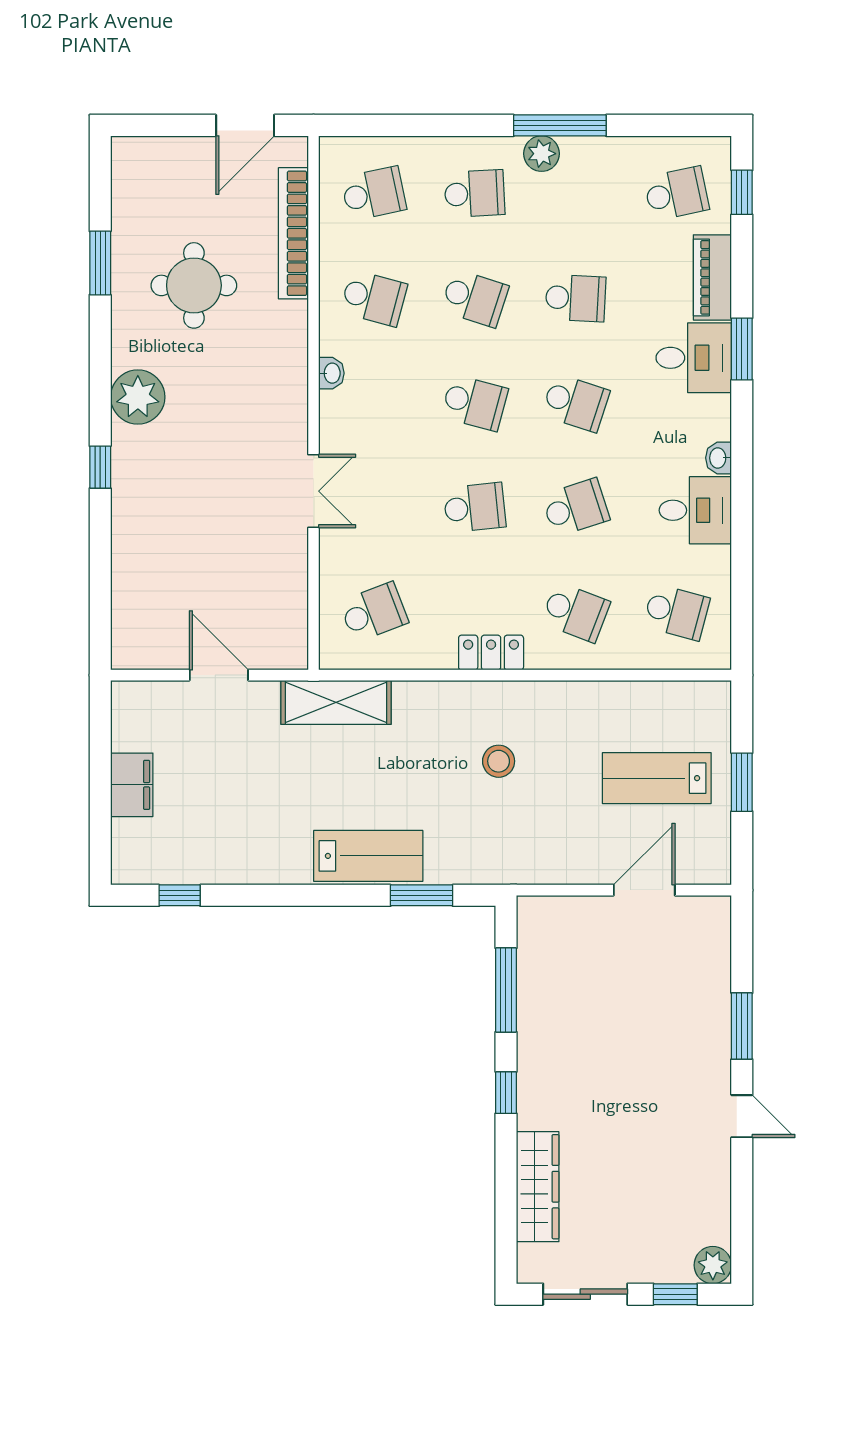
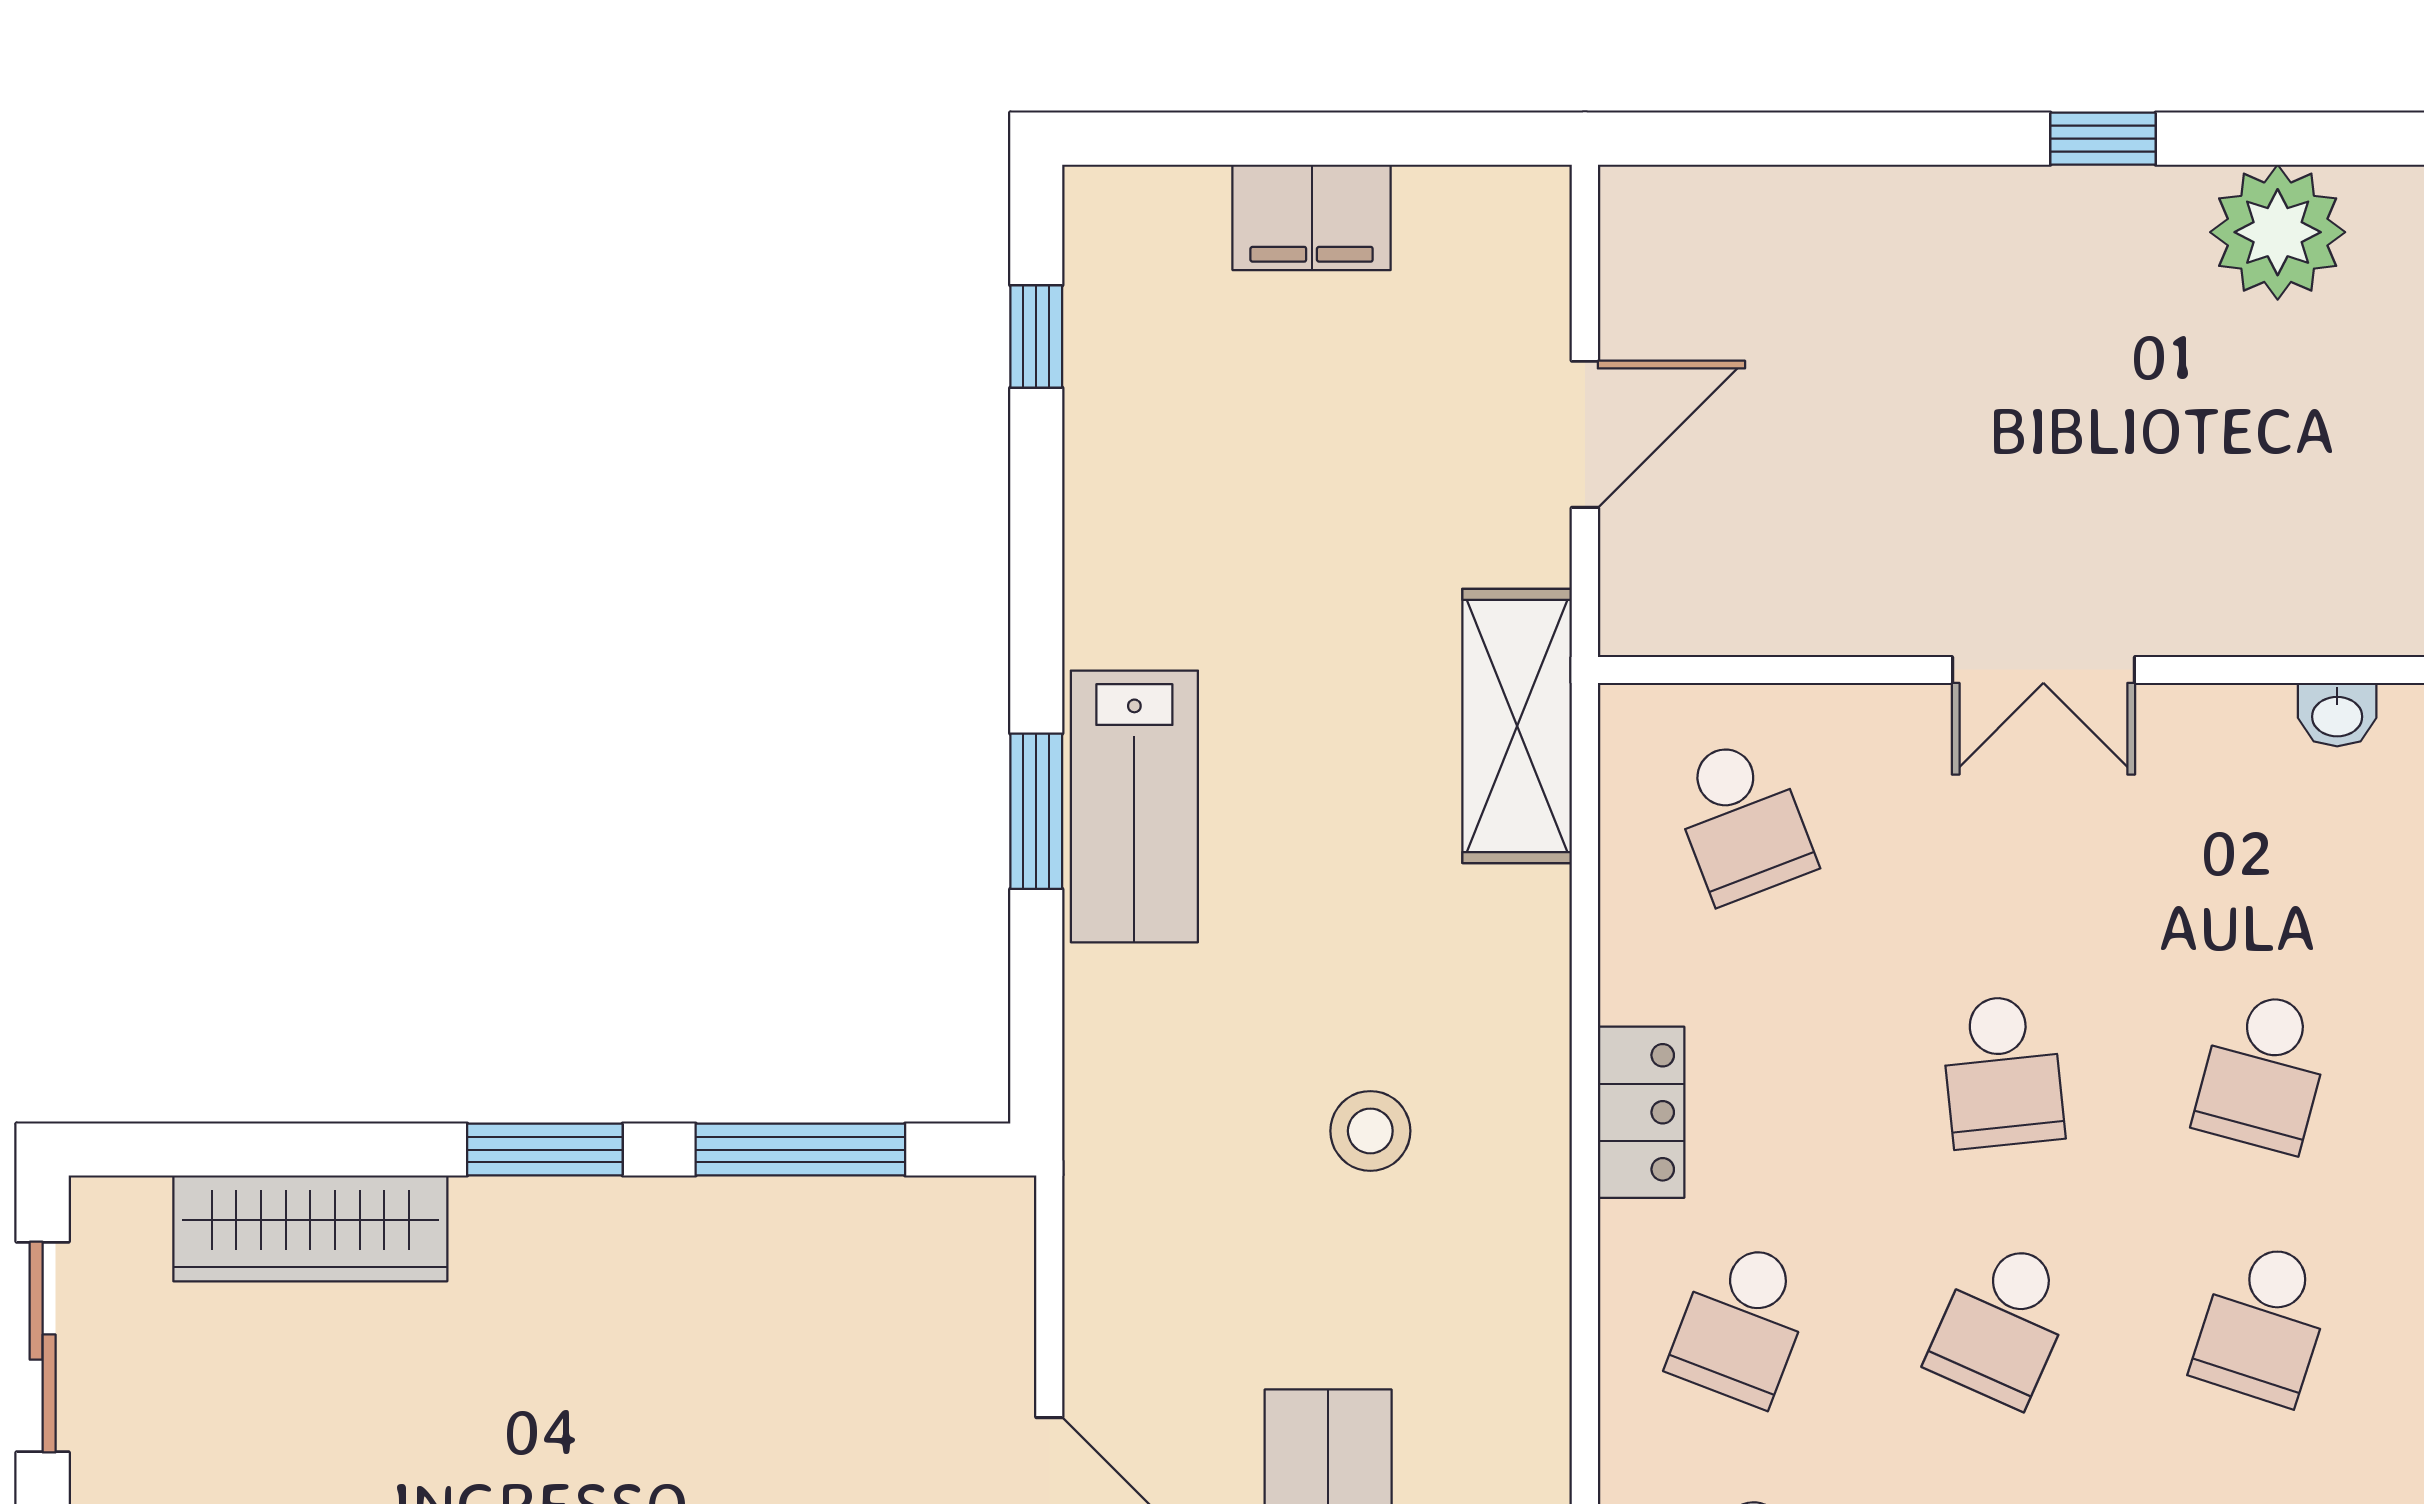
school desk: (576, 508) -> (2002, 1323), turned 42
window: (422, 895) -> (1036, 811), moved
window: (506, 1093) -> (545, 1150), width x1.50

